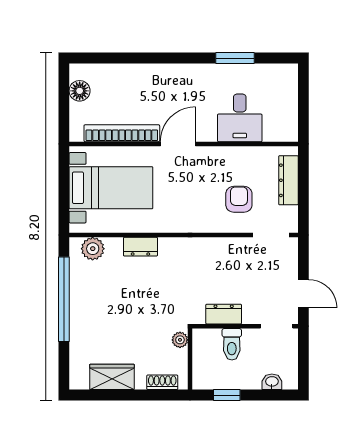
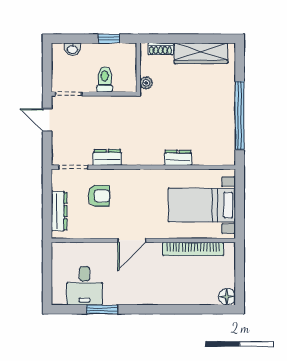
floor lamp: (80, 91) -> (227, 297), moved
desk: (240, 118) -> (84, 286), moved, turned 180
door: (178, 144) -> (132, 240), moved
armchair: (239, 199) -> (99, 196), turned -90
plant: (93, 249) -> (216, 156), removed
dresser: (224, 314) -> (107, 157), moved, turned 180
wardrobe: (112, 377) -> (201, 53), width x1.50

